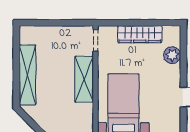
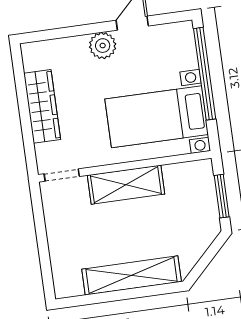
plant: (172, 55) -> (103, 46), moved

